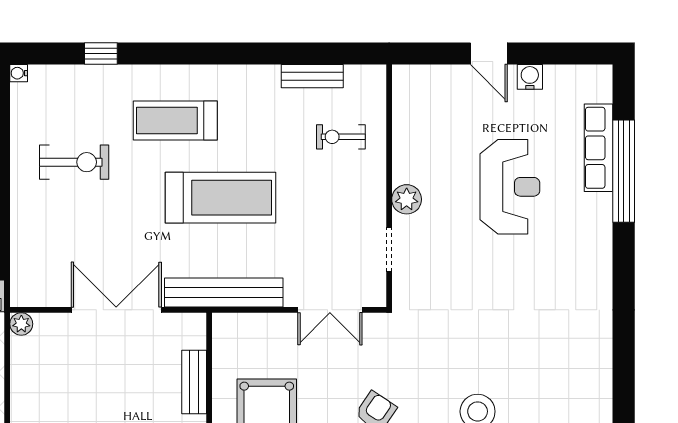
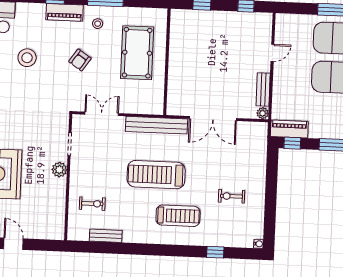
exercise bike: (74, 162) -> (231, 196), width x0.73, depth x0.72
bench: (194, 382) -> (263, 90), moved

